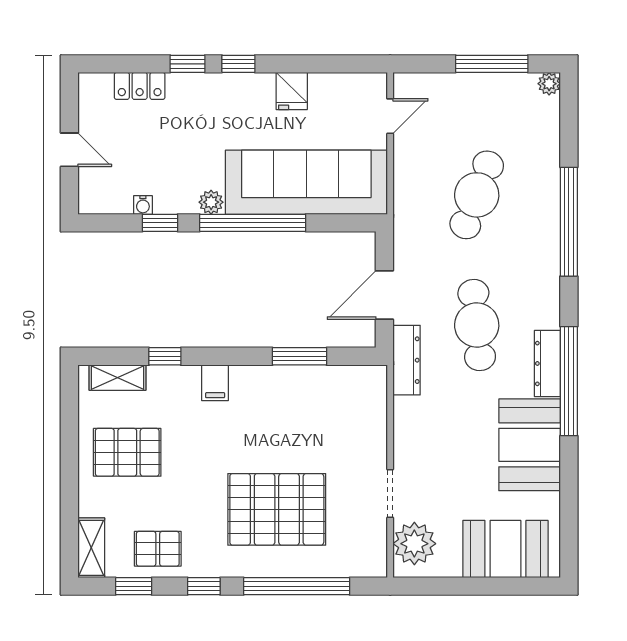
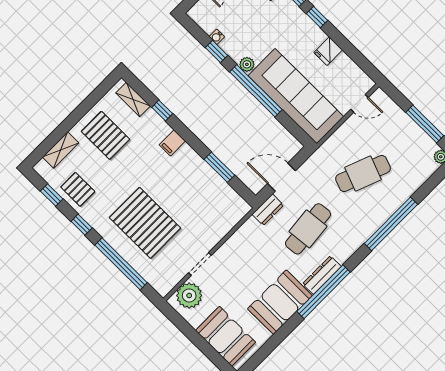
dresser: (407, 360) -> (268, 210), width x0.70
shelving: (91, 548) -> (61, 150), moved

